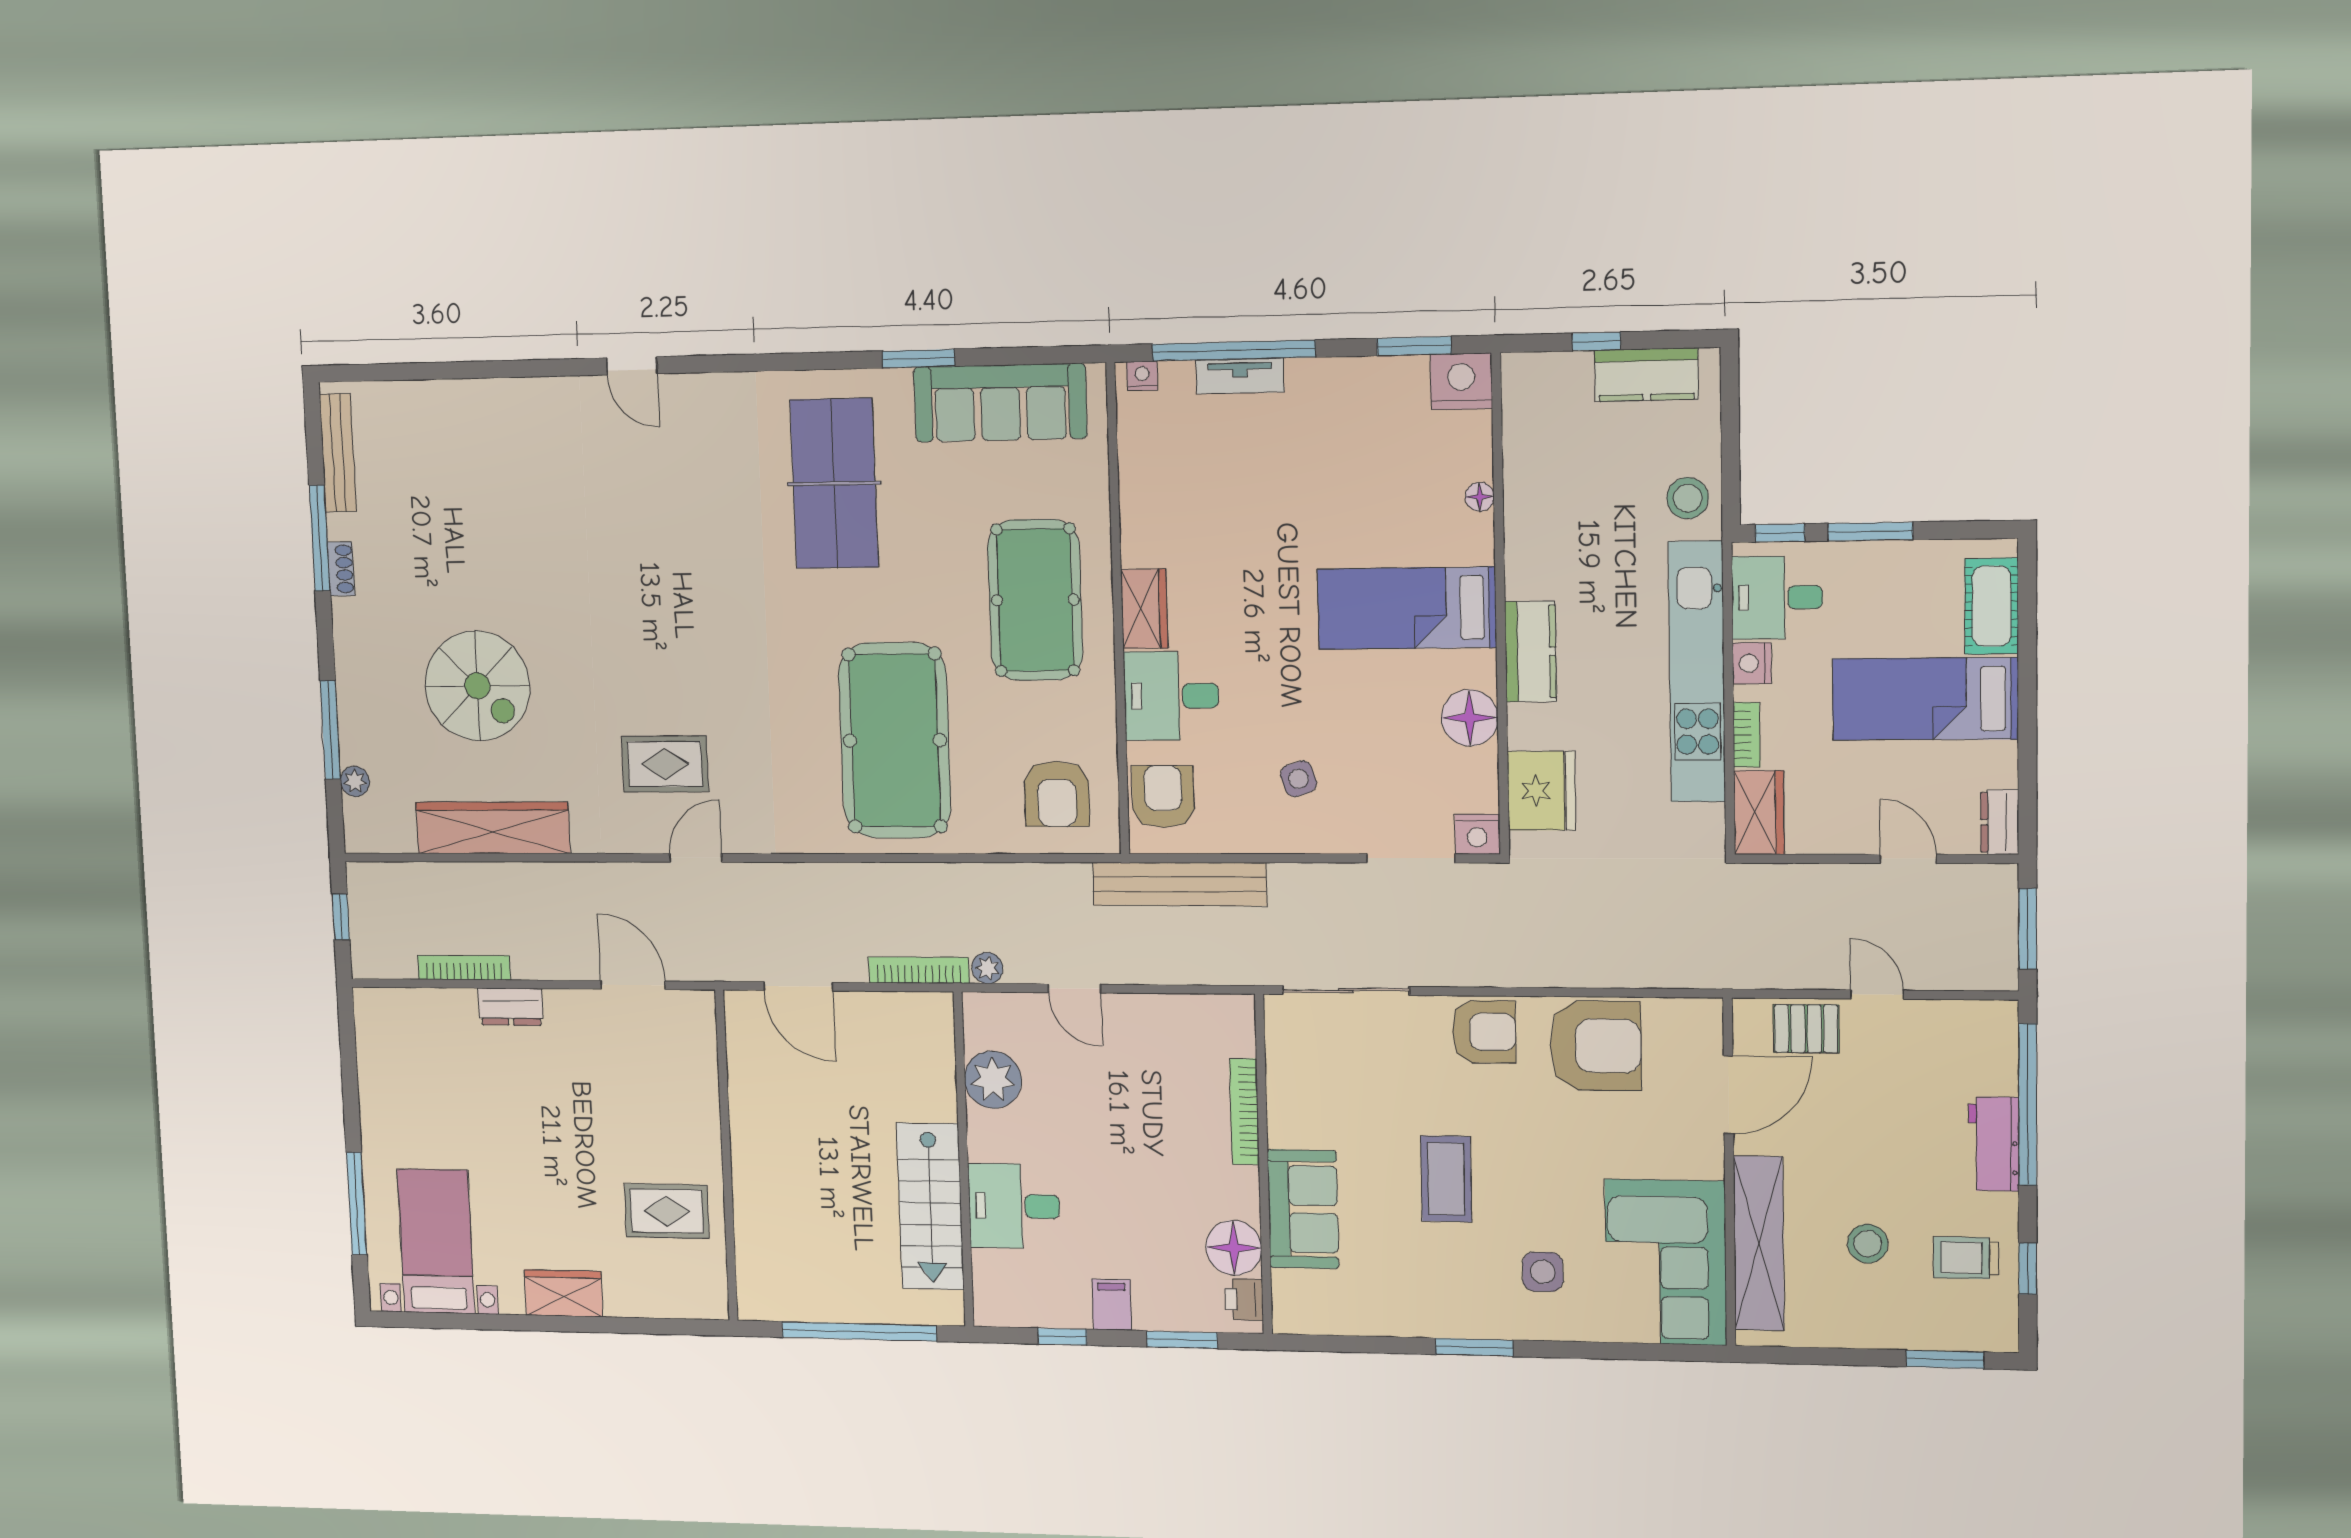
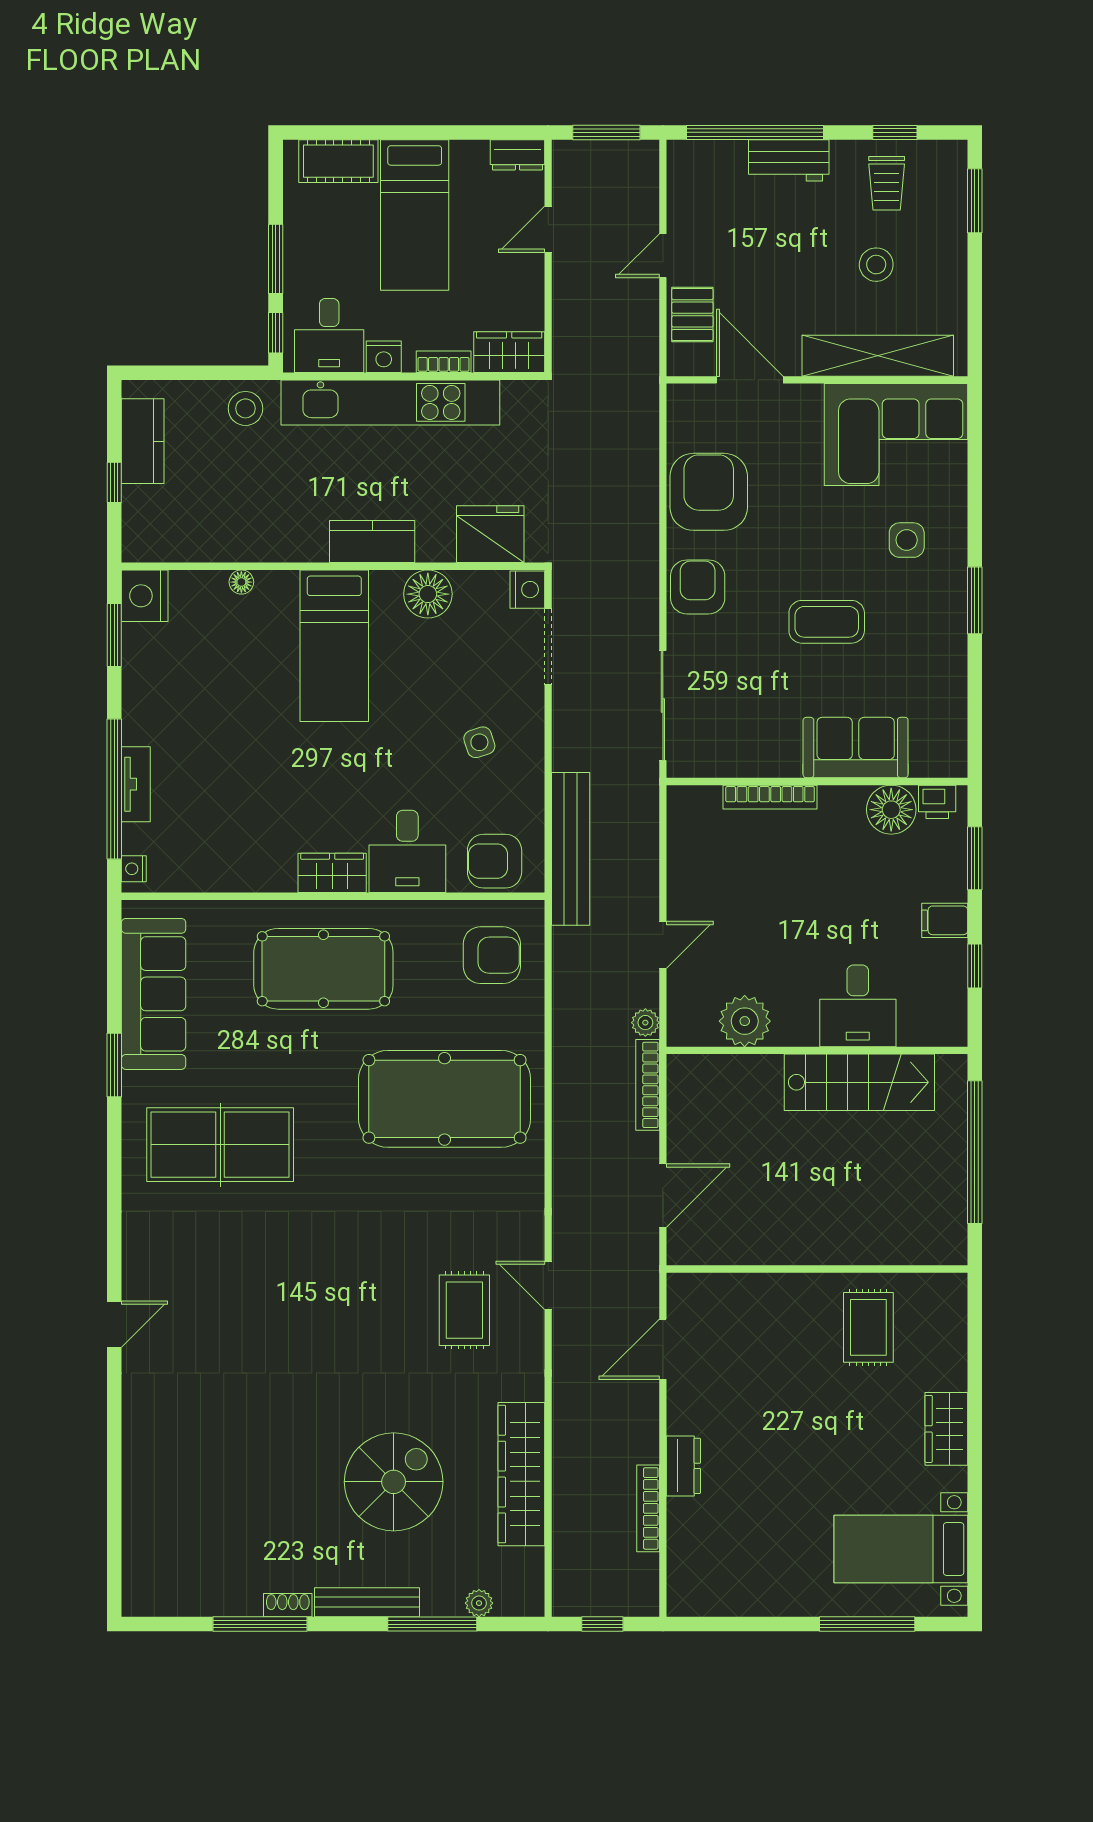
bench: (338, 453) -> (367, 1602), moved

